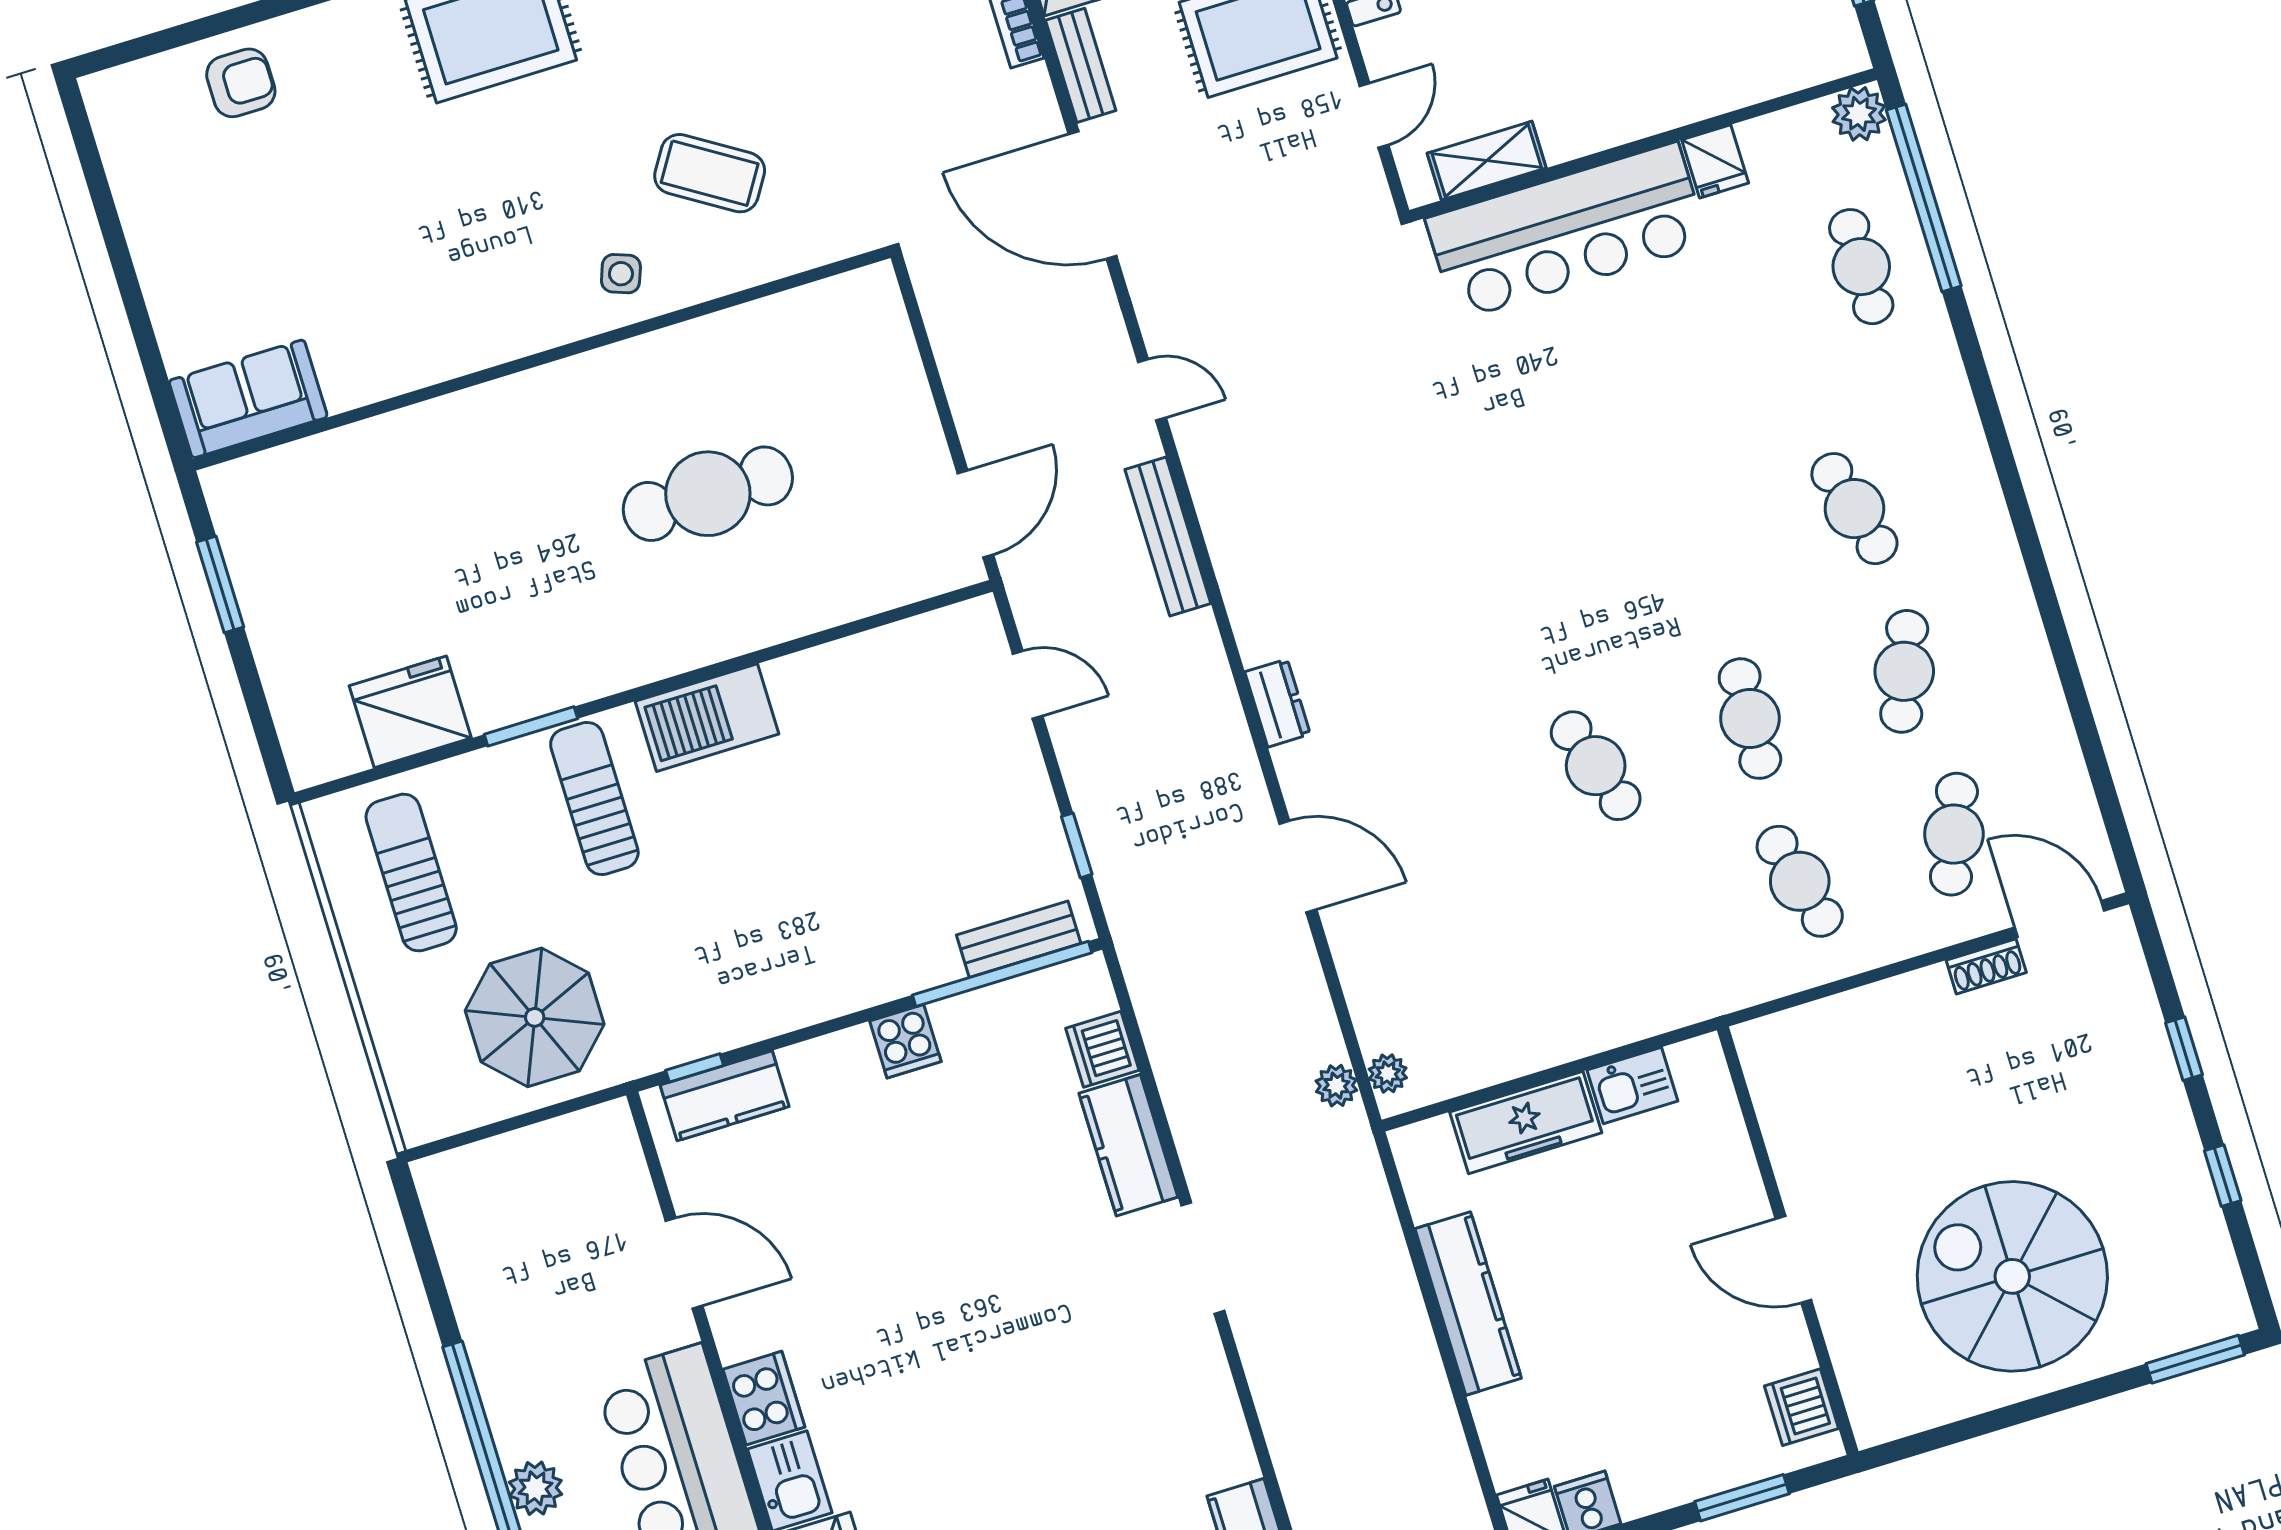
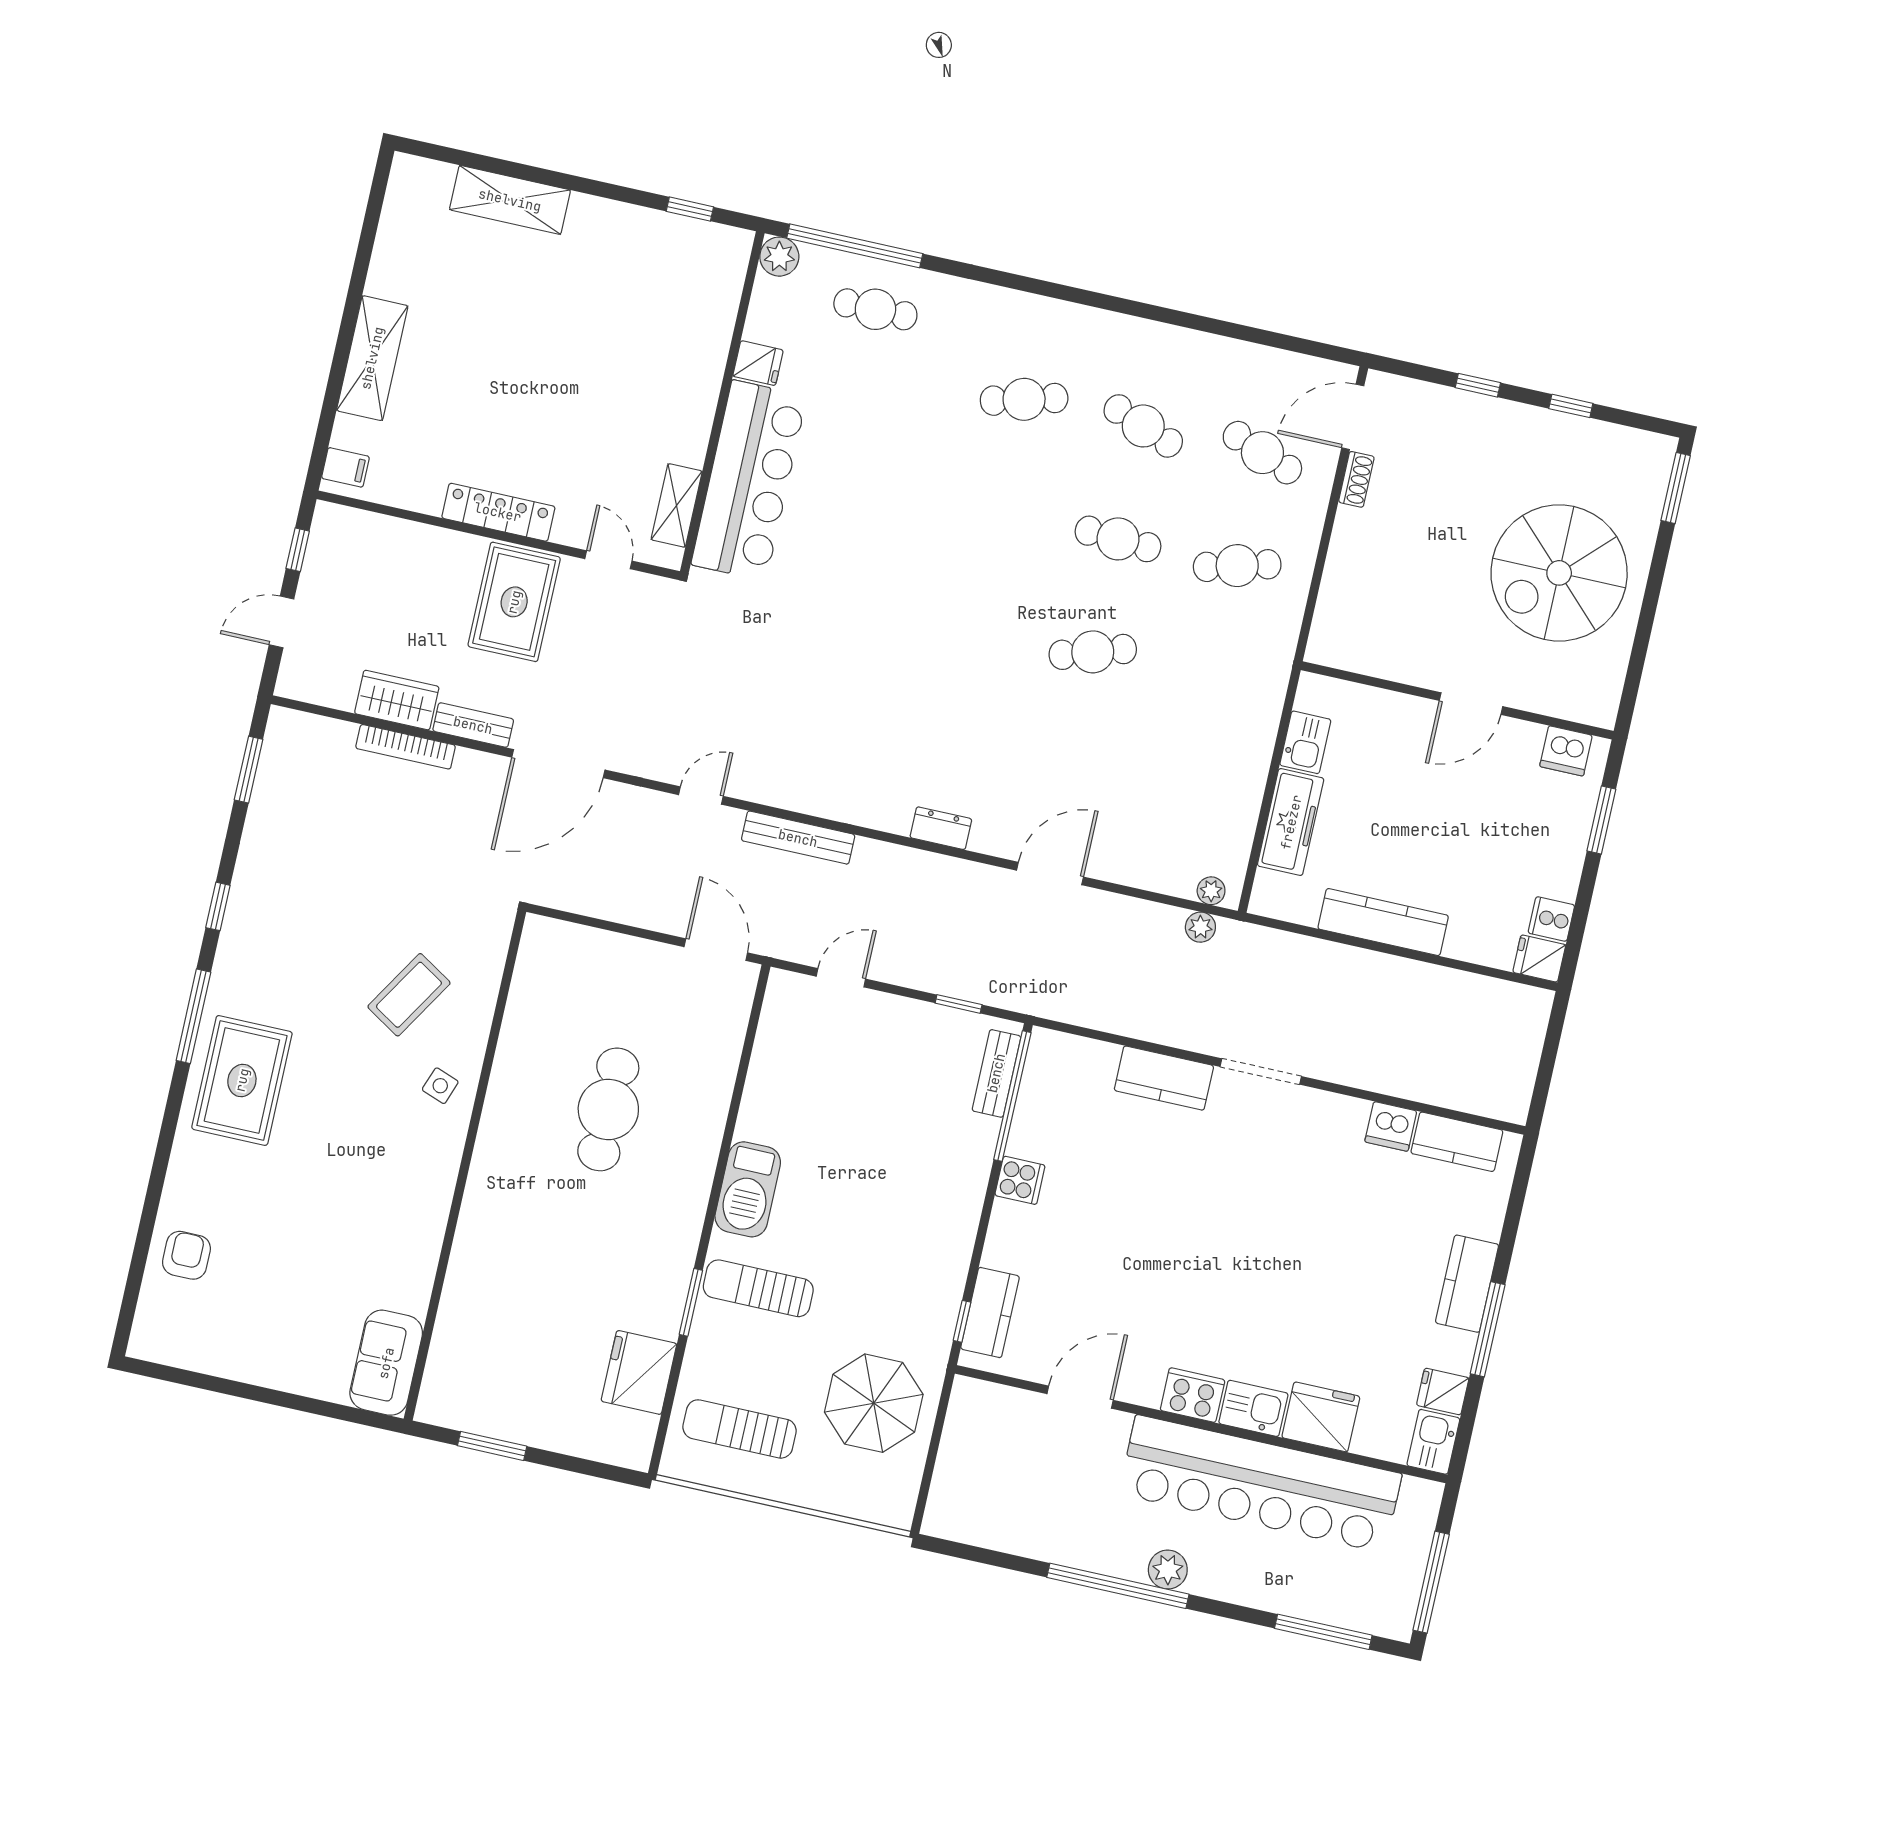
dishwasher: (1102, 1049) -> (1391, 1126), moved

